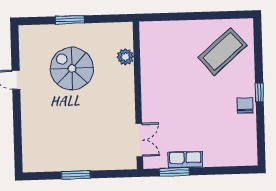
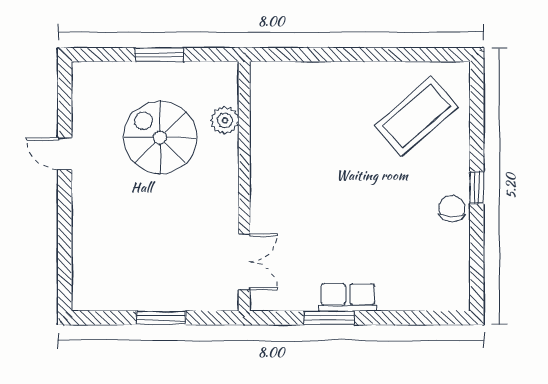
plant: (125, 57) -> (225, 120), moved
wall: (138, 95) -> (244, 186), moved
double door: (139, 140) -> (244, 262), moved

